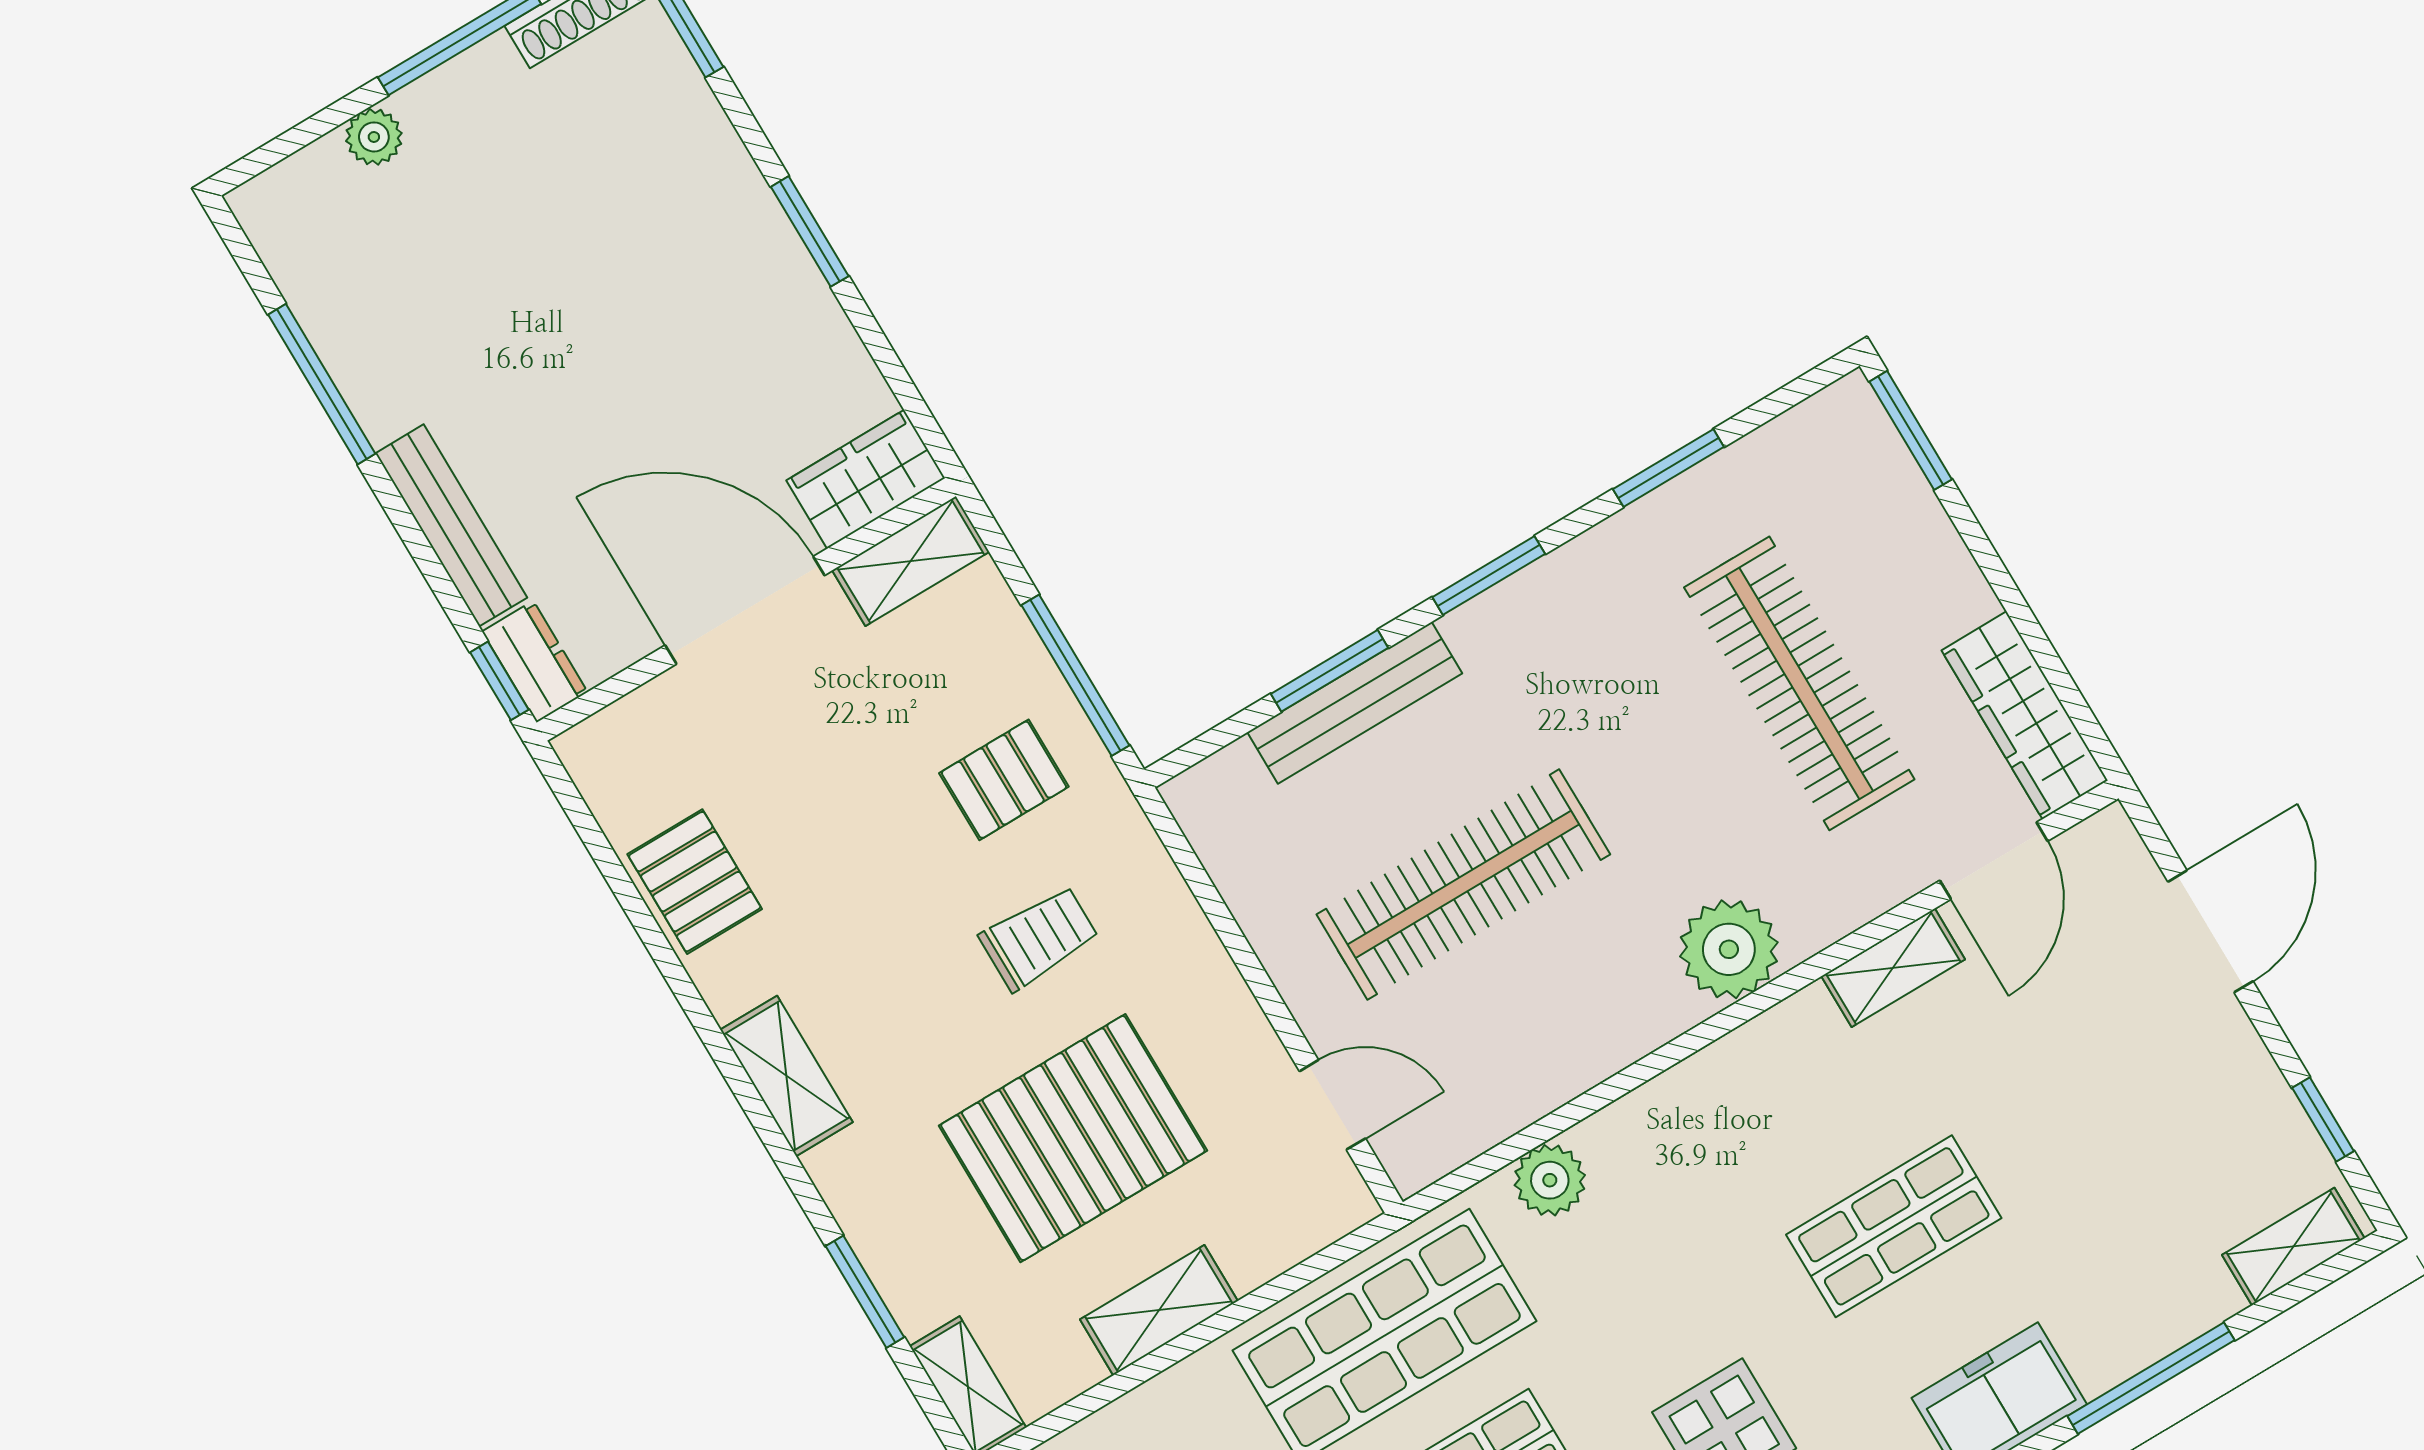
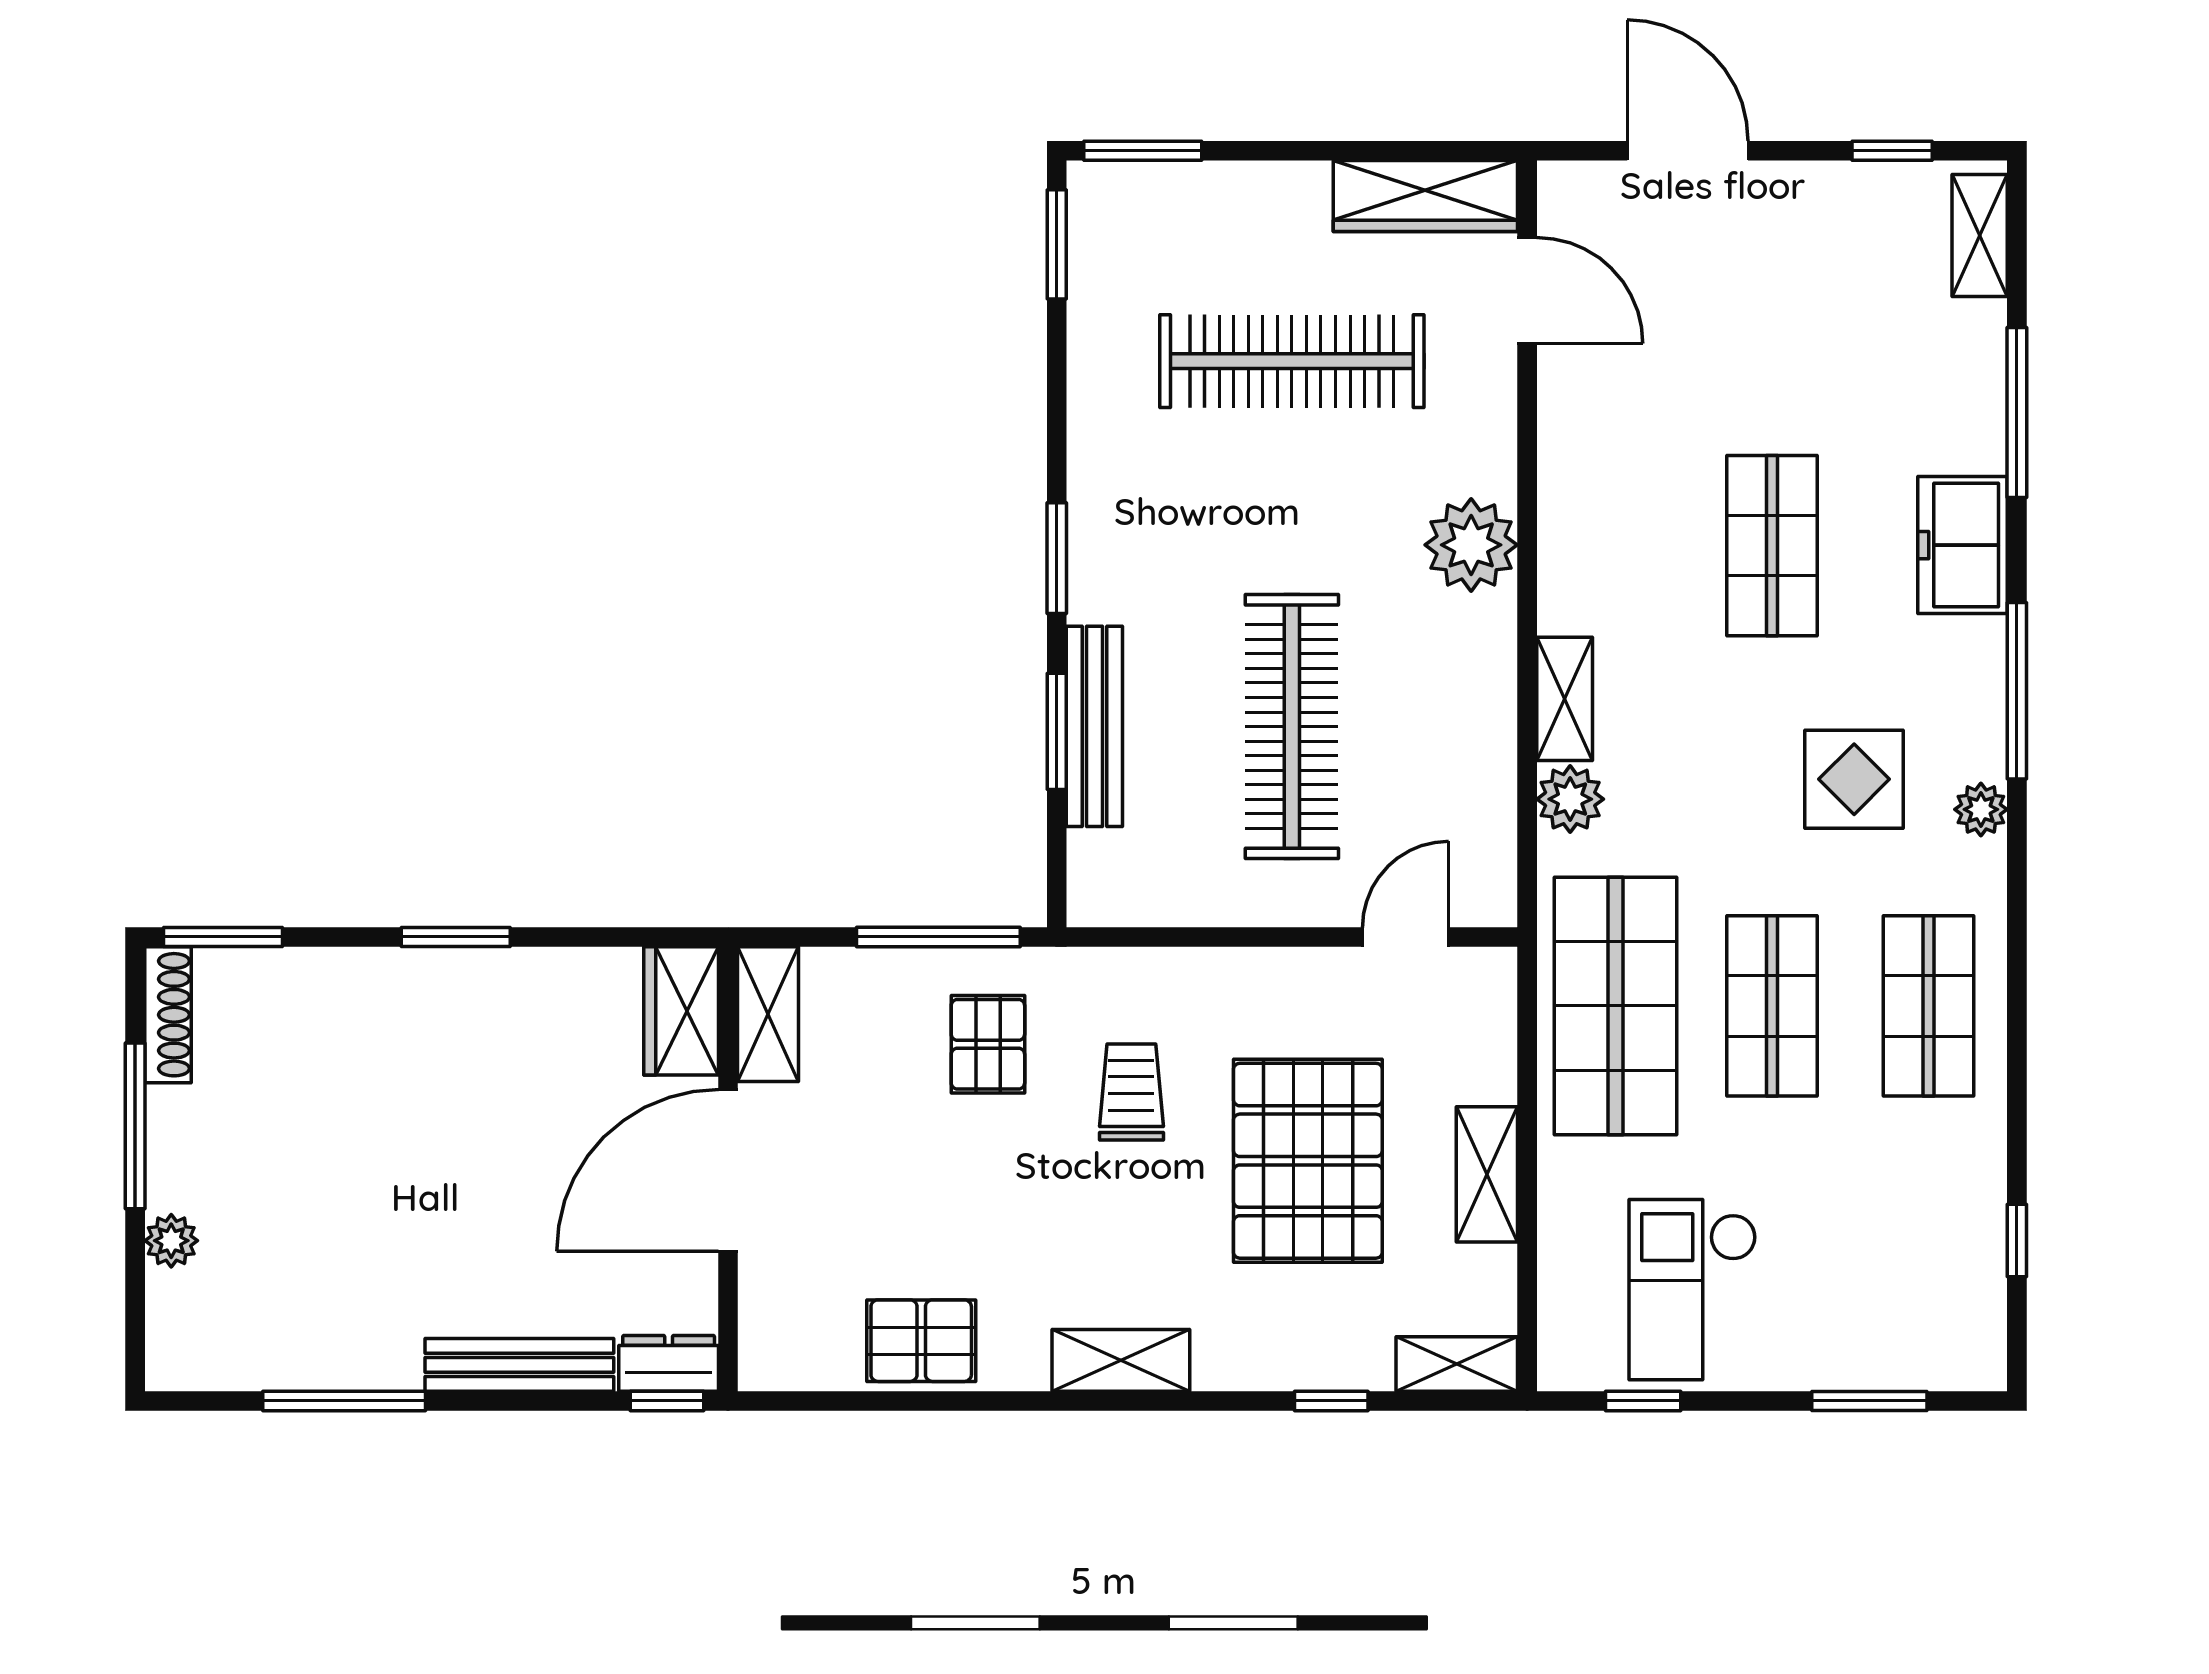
window: (1668, 468) -> (1057, 244), moved
shelving: (1893, 968) -> (1565, 699), moved
window: (865, 1292) -> (1331, 1401), width x0.67

